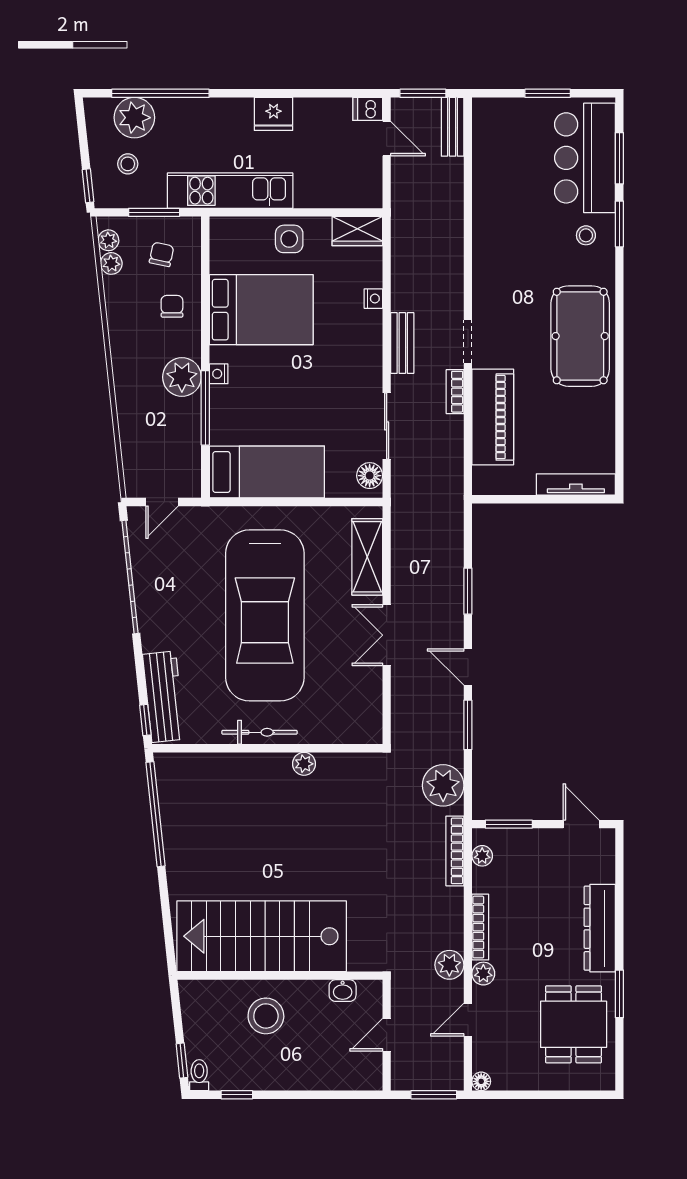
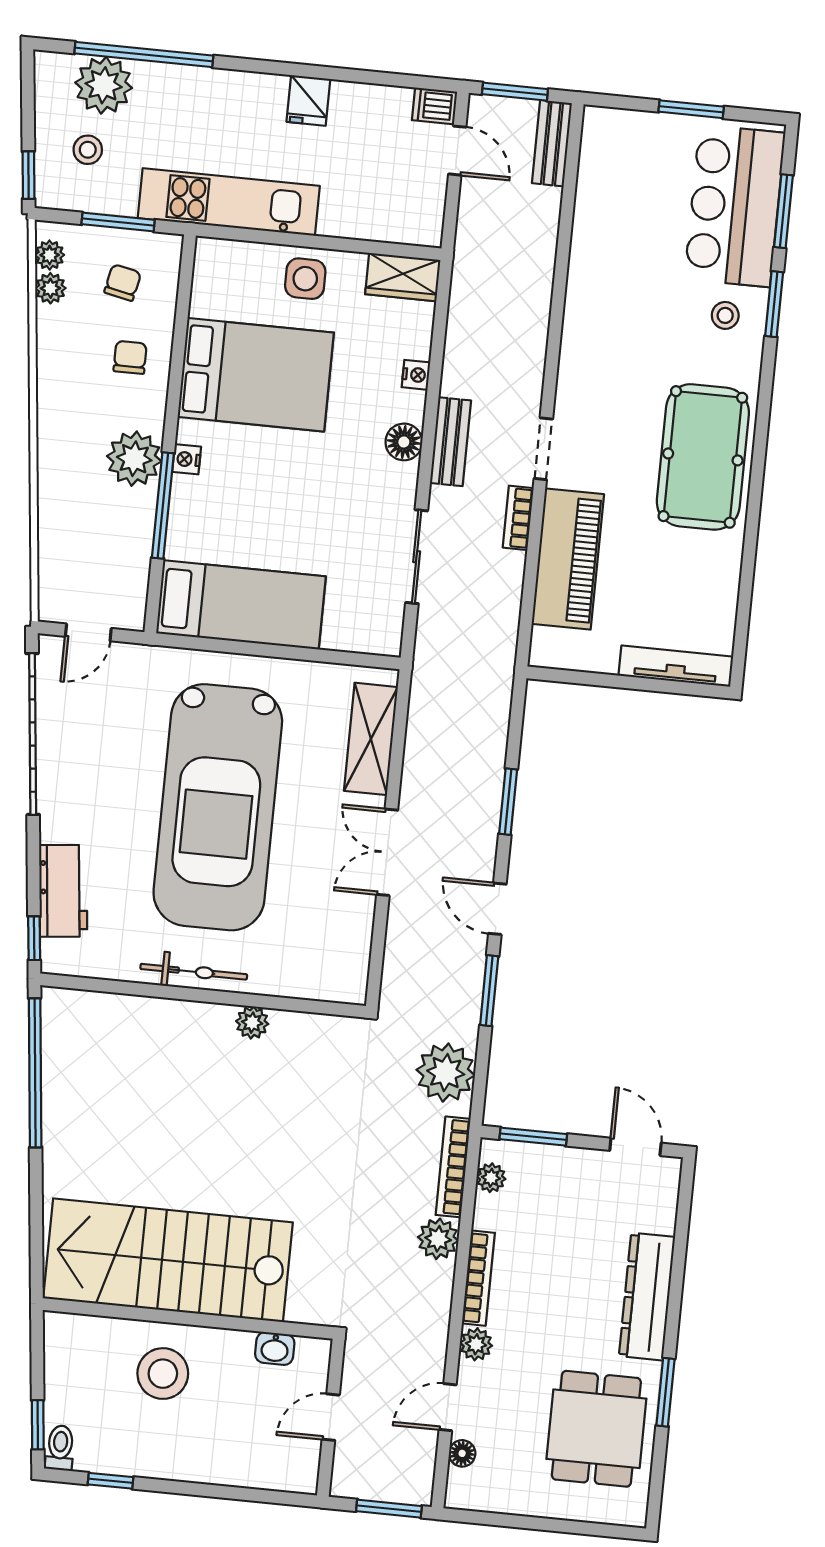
fridge: (274, 114) -> (308, 100), width x0.72
floor lamp: (370, 476) -> (404, 442), moved
workbench: (164, 697) -> (63, 891), width x0.73
plant: (449, 965) -> (438, 1239), moved
floor lamp: (481, 1081) -> (462, 1453), moved

